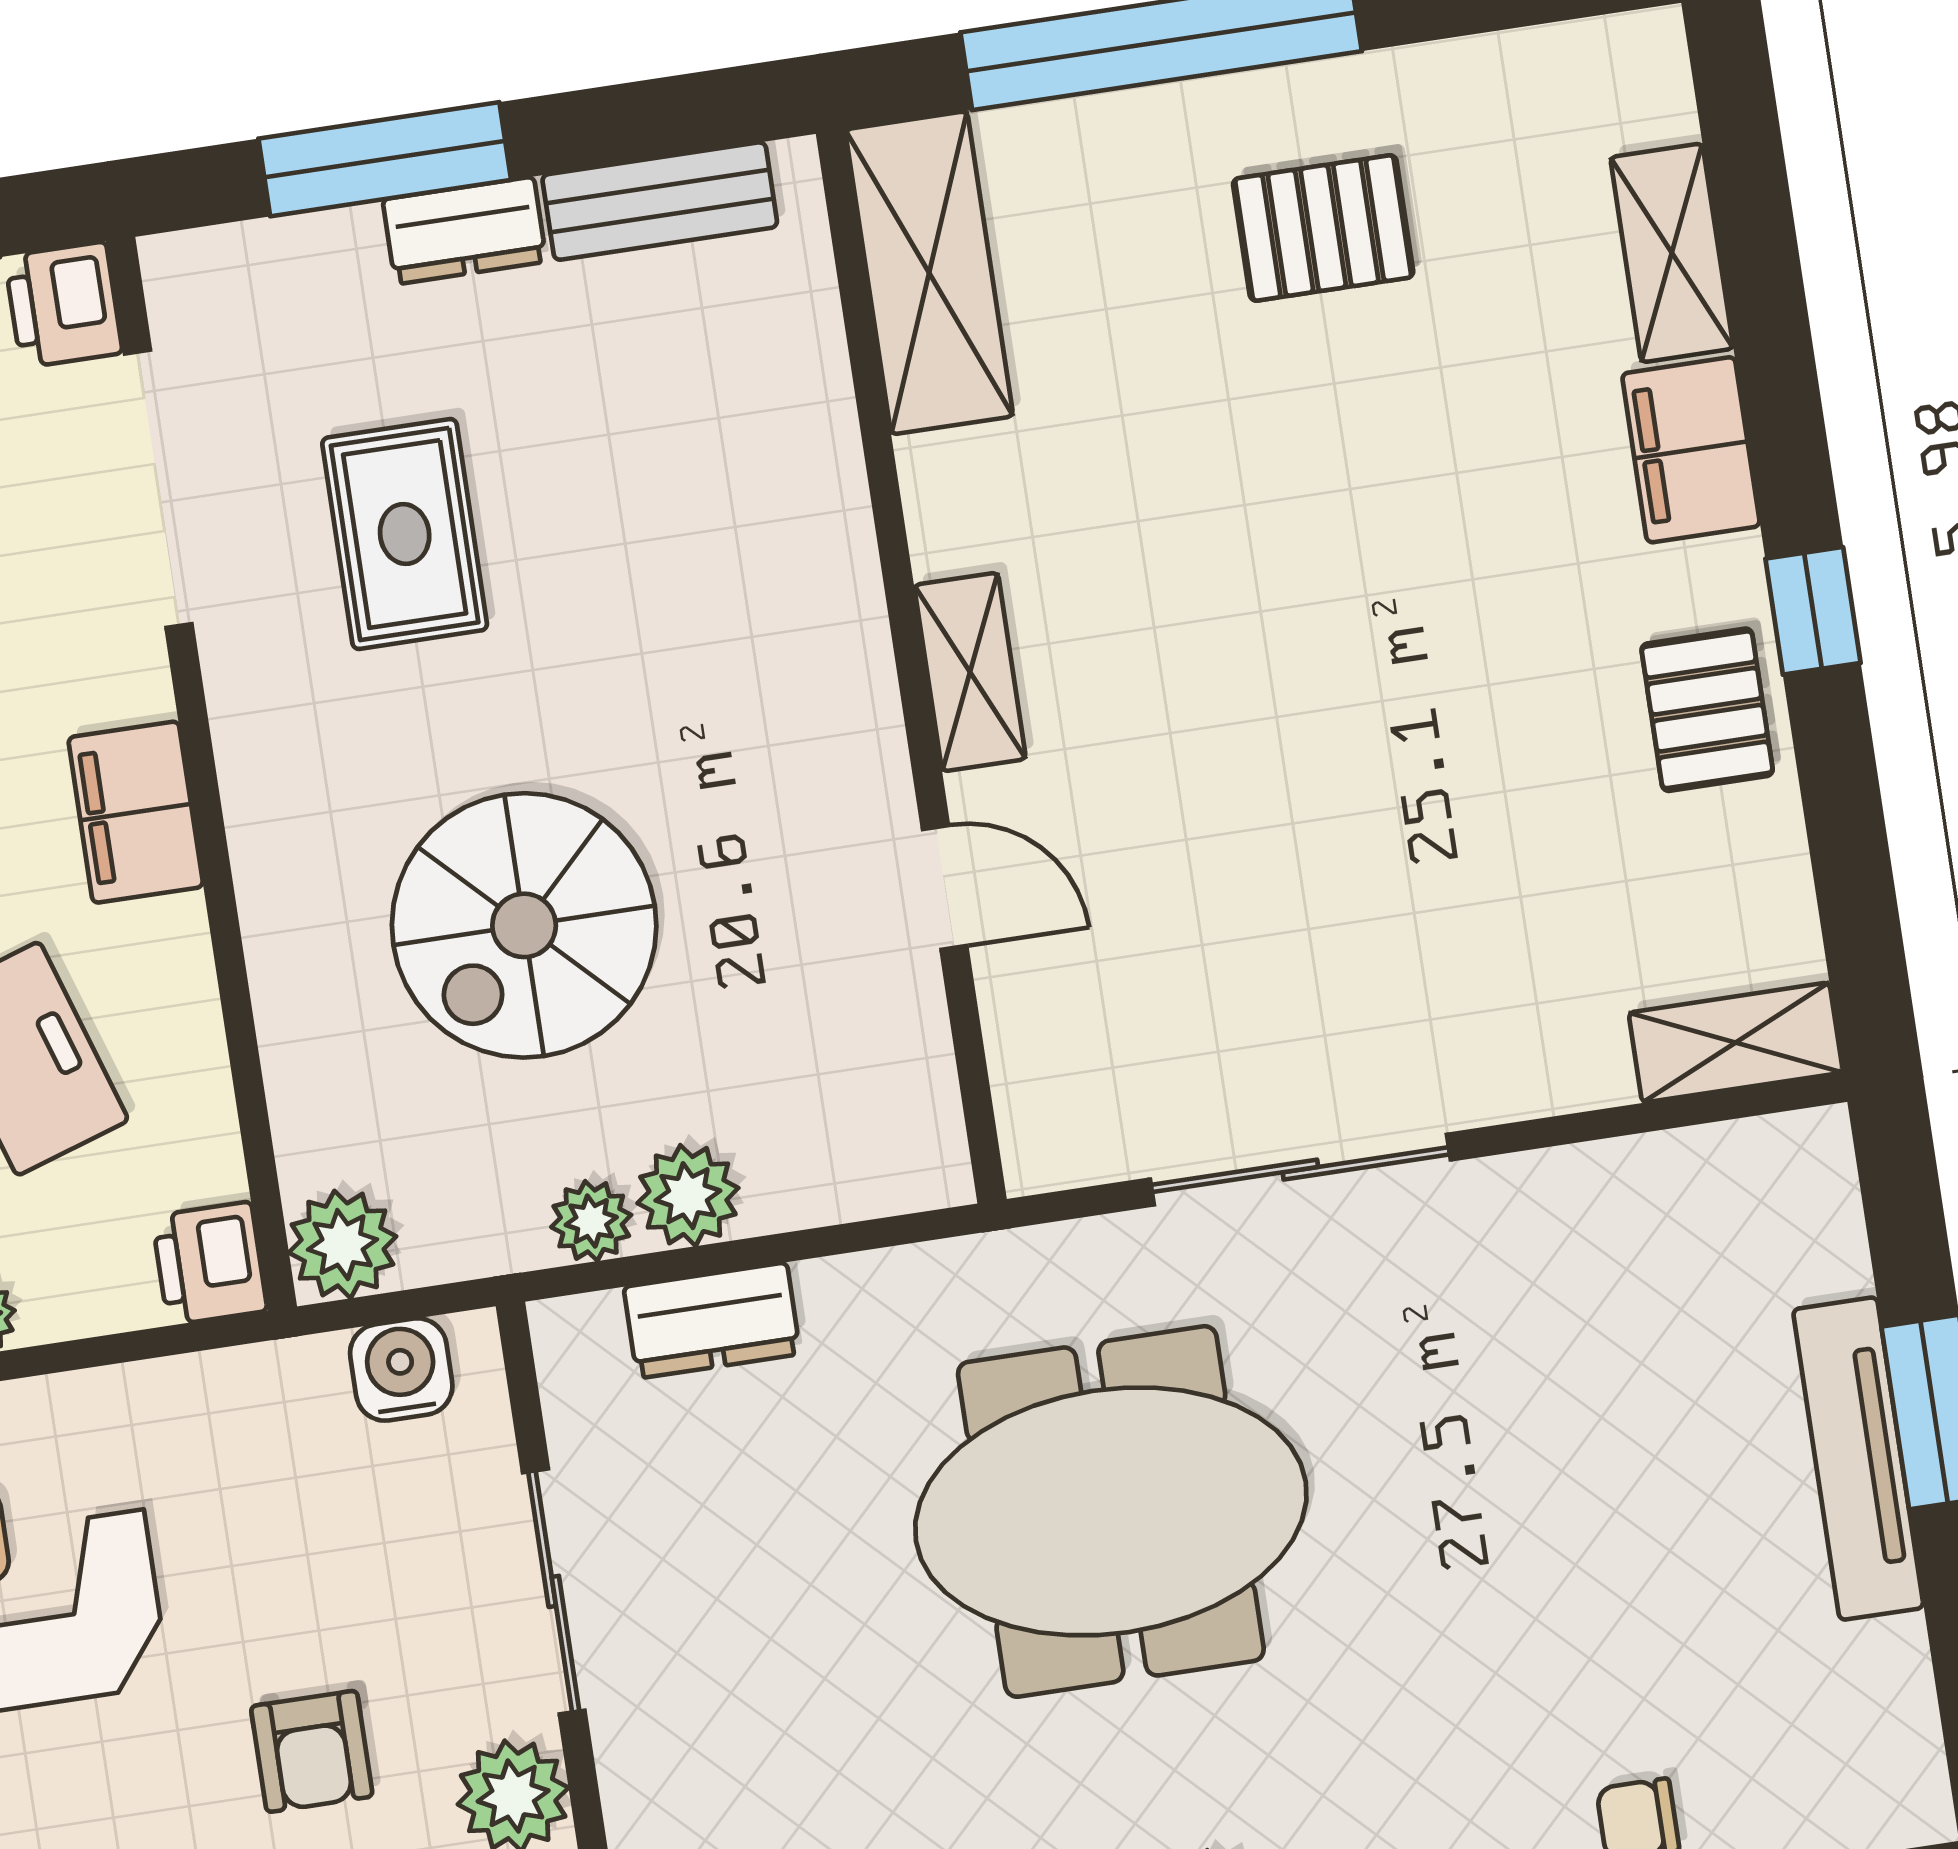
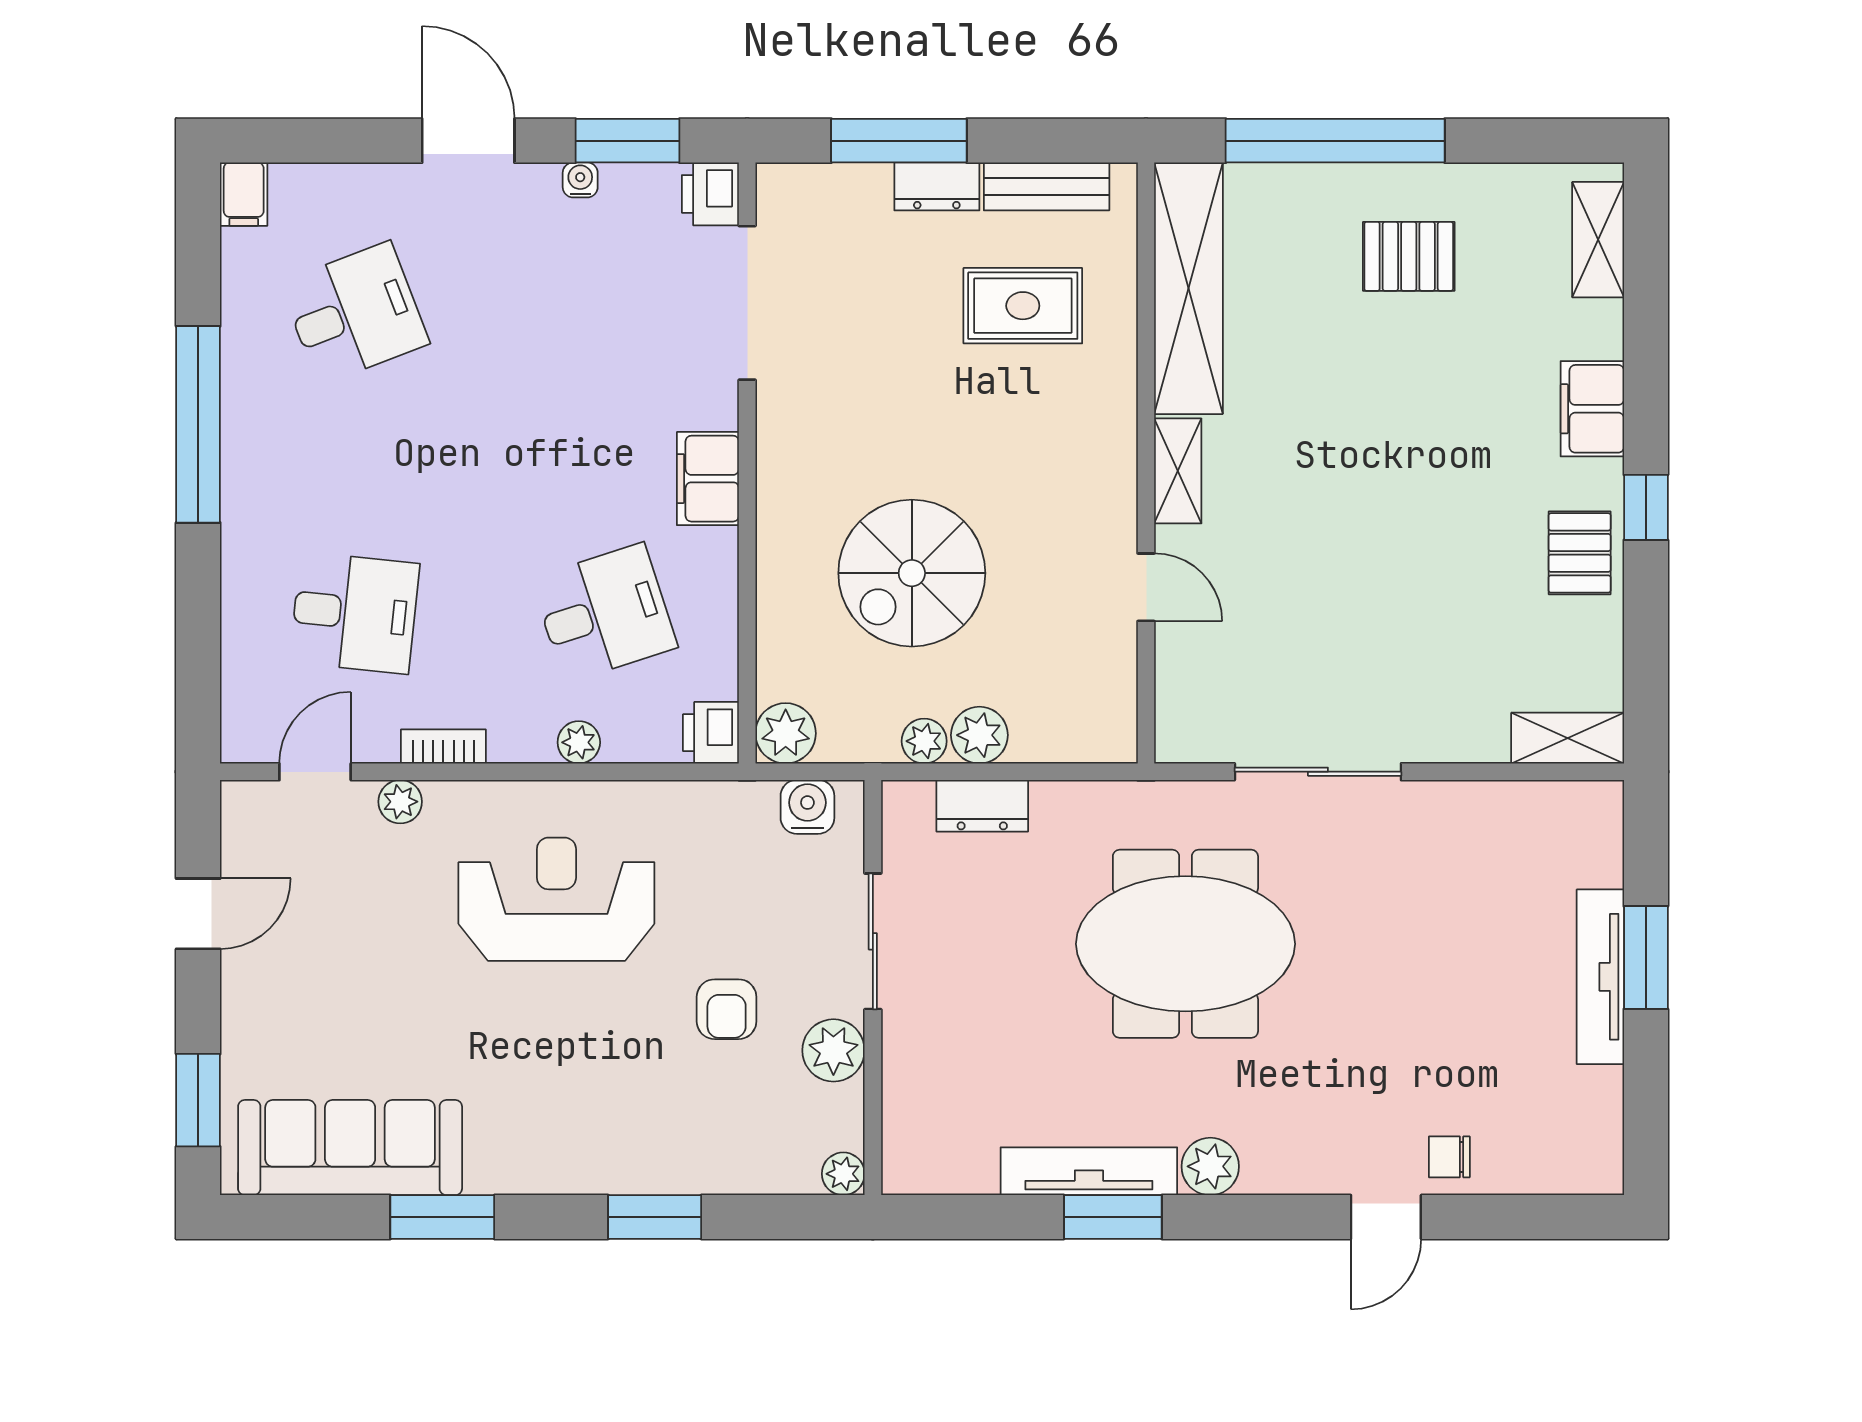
shelving: (1672, 253) -> (1598, 240), moved
shelving: (929, 273) -> (1189, 288), width x1.47
rug: (405, 534) -> (1023, 306), moved, turned 90

